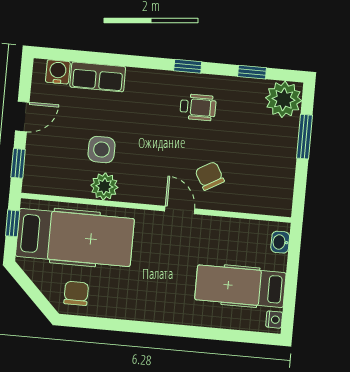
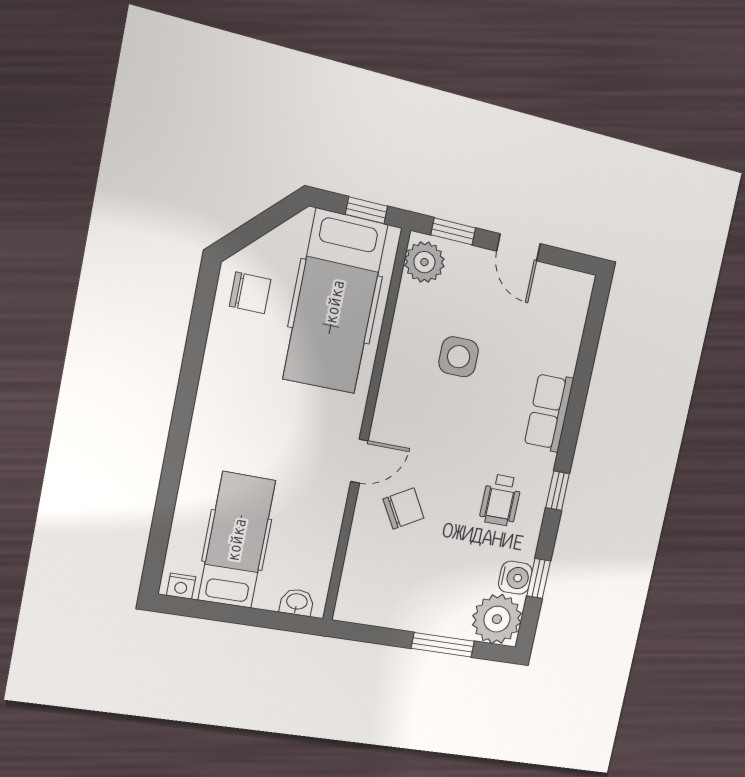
water cooler: (58, 72) -> (515, 578), moved
row of seats: (98, 77) -> (549, 412), moved
plant: (104, 186) -> (424, 262), moved

